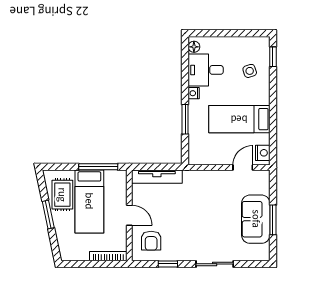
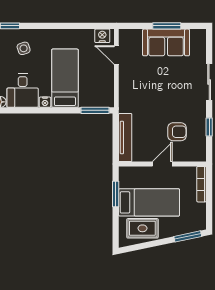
window: (185, 119) -> (95, 110), moved
bed: (239, 119) -> (65, 78), moved, turned 180
window: (98, 167) -> (116, 194), width x0.69
window: (48, 215) -> (188, 236), moved
armchair: (151, 241) -> (177, 132), moved

